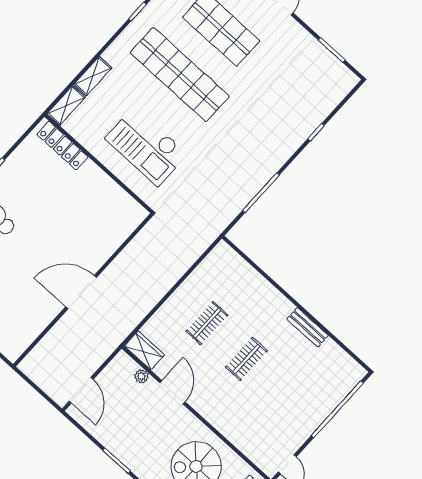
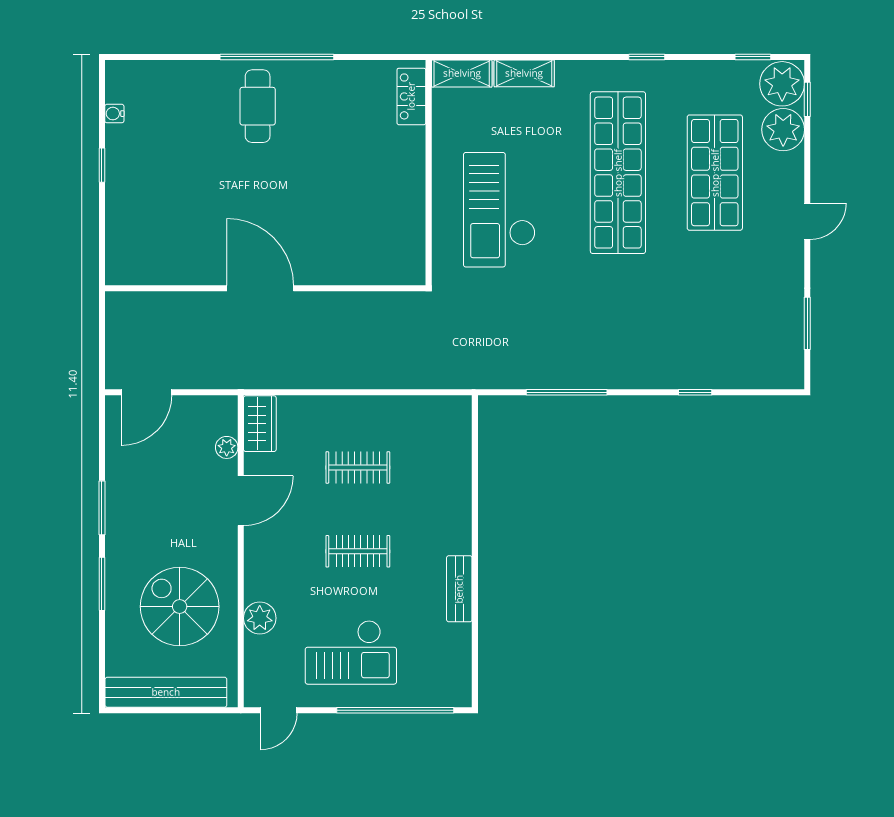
locker: (62, 145) -> (411, 96), width x0.66
checkout: (291, 405) -> (351, 652), added
plant: (236, 434) -> (260, 618), added

